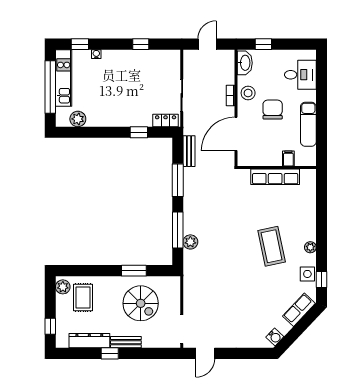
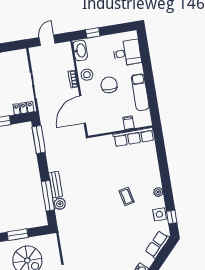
bench: (189, 151) -> (56, 185), moved
row of seats: (275, 177) -> (134, 137), moved
window: (178, 180) -> (39, 140), moved
coffee table: (272, 246) -> (127, 196), width x0.54, depth x0.58

